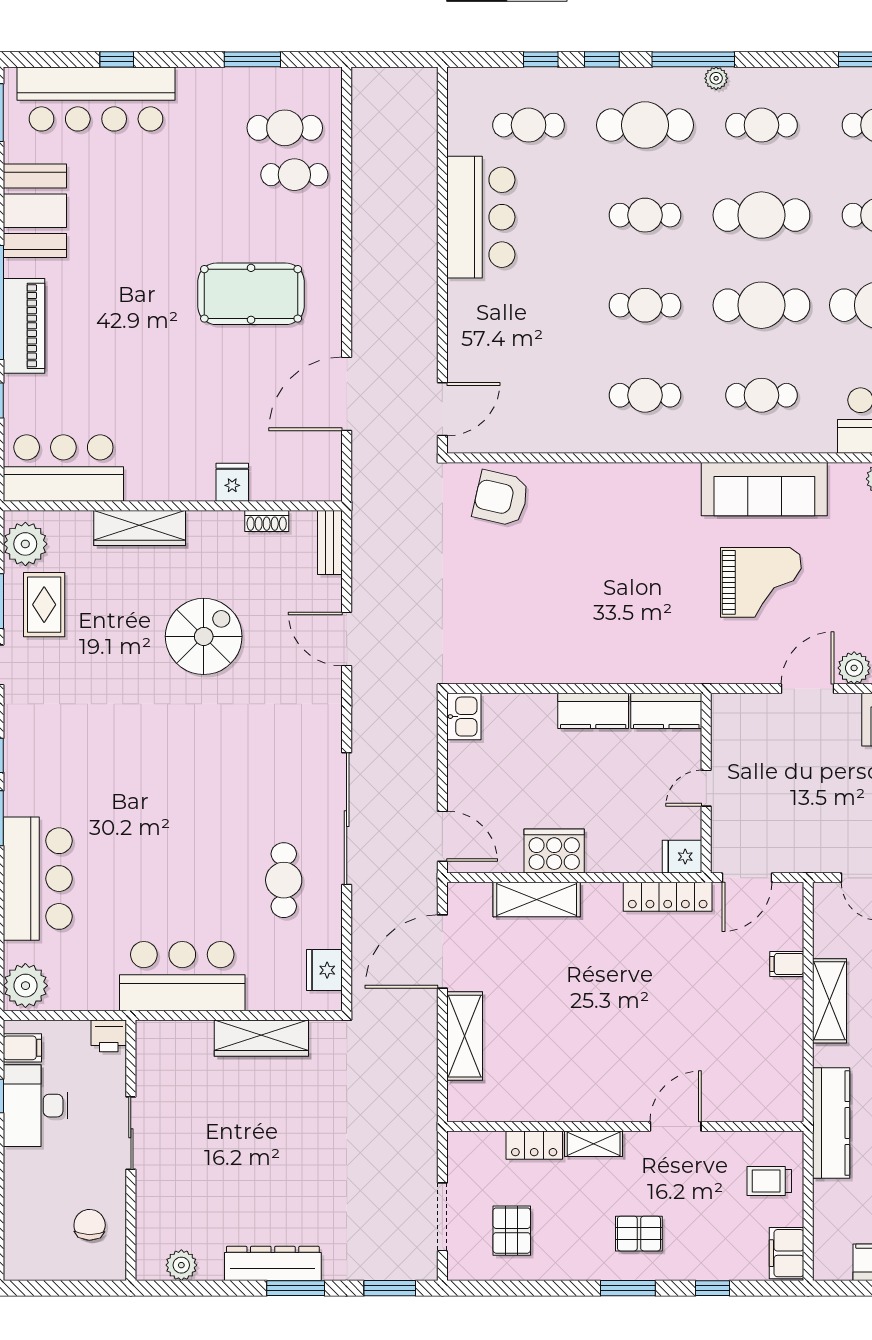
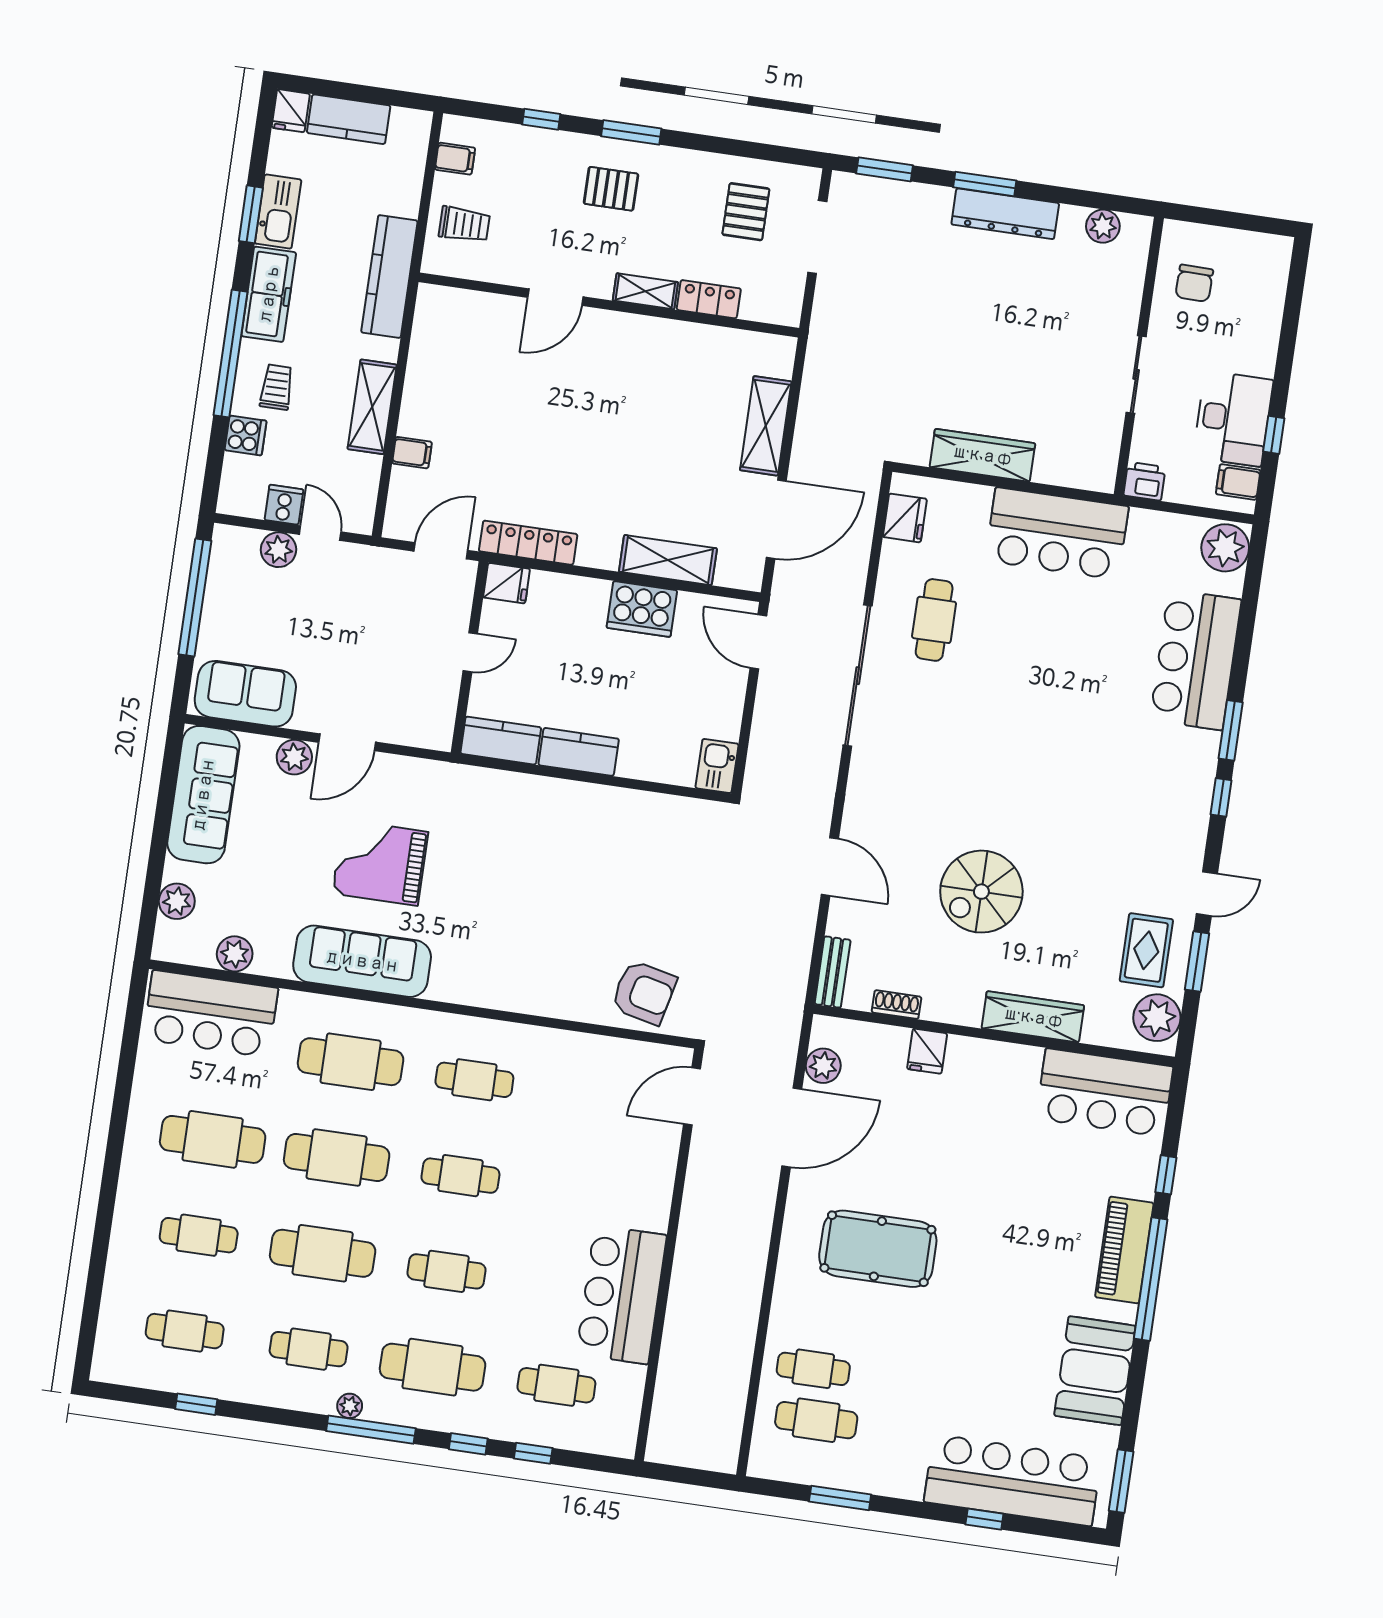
cafe table: (761, 395) -> (351, 1062), width x1.37, depth x1.35
plant: (326, 455) -> (823, 1066), added
filing cabinet: (786, 1253) -> (455, 159), width x0.50

